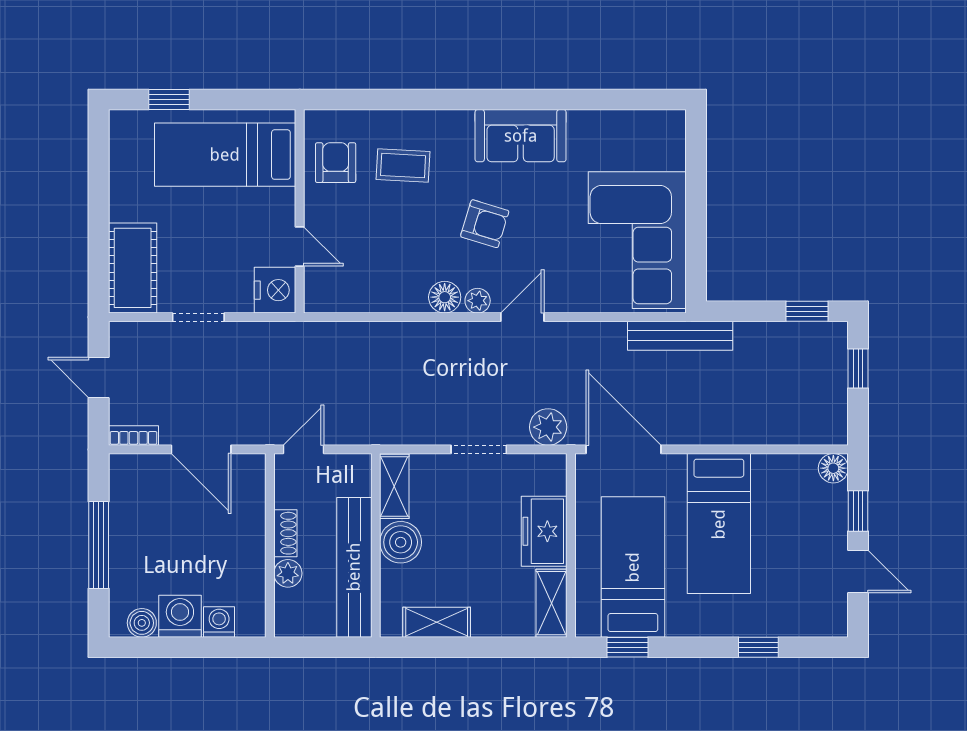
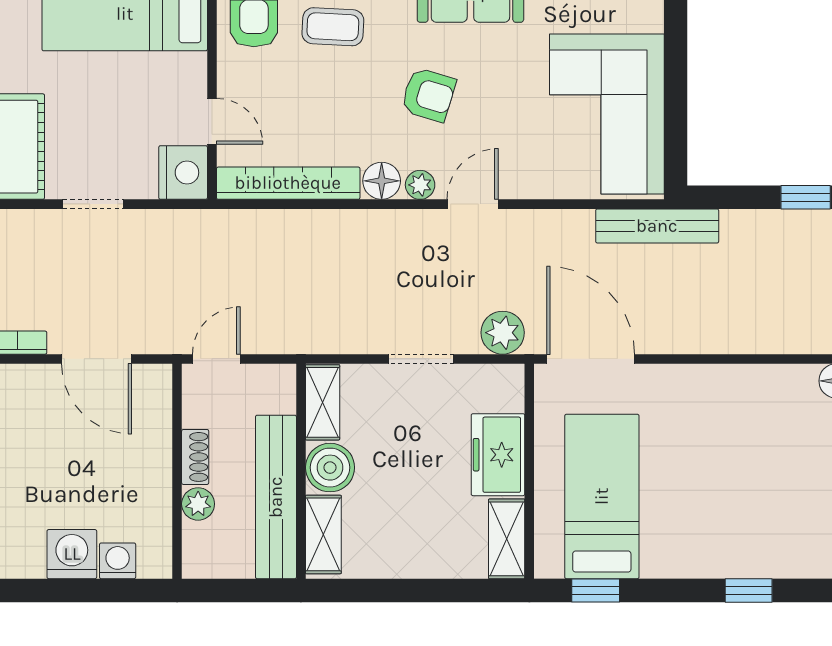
bookcase: (365, 299) -> (288, 183), added
bed: (719, 524) -> (702, 446), removed
shelving: (437, 622) -> (323, 534), moved, turned 90
boiler: (142, 623) -> (27, 562), removed

